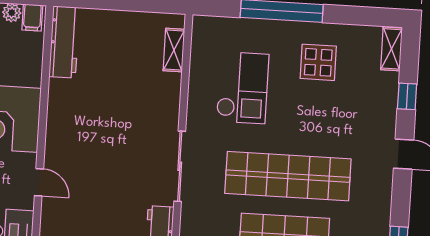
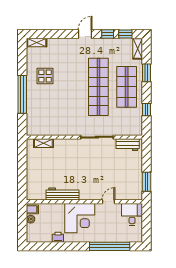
workbench: (64, 42) -> (63, 194), moved
checkout: (243, 88) -> (59, 110), removed
window: (407, 96) -> (108, 34), moved

